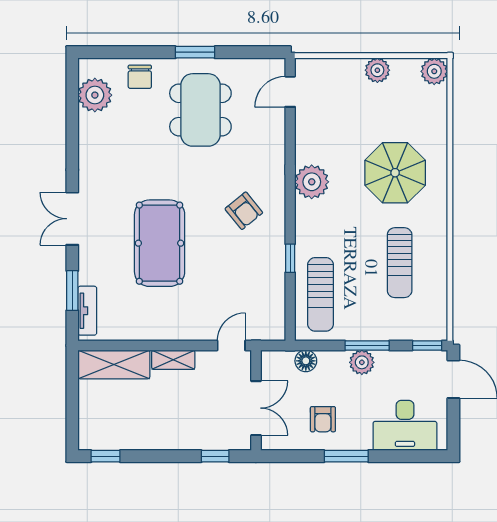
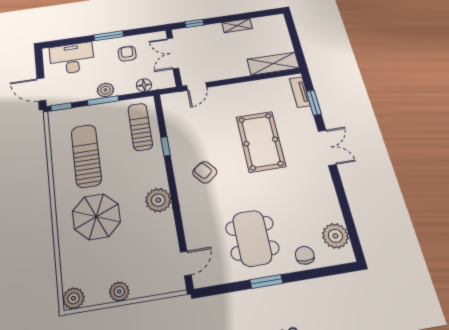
sun lounger: (400, 263) -> (86, 156), width x1.36, depth x1.34
shelving: (173, 360) -> (237, 26), moved
window: (106, 456) -> (265, 13), removed

